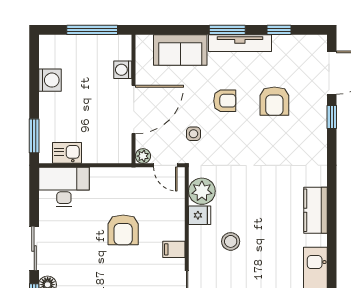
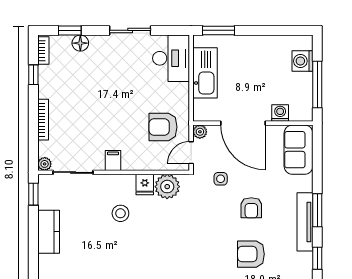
sofa: (180, 50) -> (299, 150), moved
washing machine: (50, 80) -> (302, 61), moved, turned 90
kitchen sink: (67, 153) -> (205, 73), width x1.87, depth x1.24
armchair: (123, 230) -> (163, 127), moved
sliding door: (34, 248) -> (130, 30), moved

